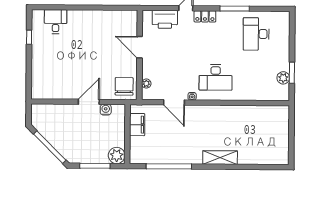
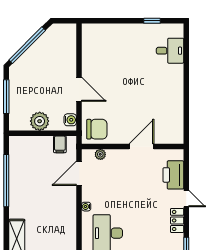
door: (174, 102) -> (79, 173), moved
water cooler: (106, 110) -> (70, 120), moved
filing cabinet: (137, 125) -> (60, 144), width x0.50
plant: (117, 155) -> (40, 121), moved

